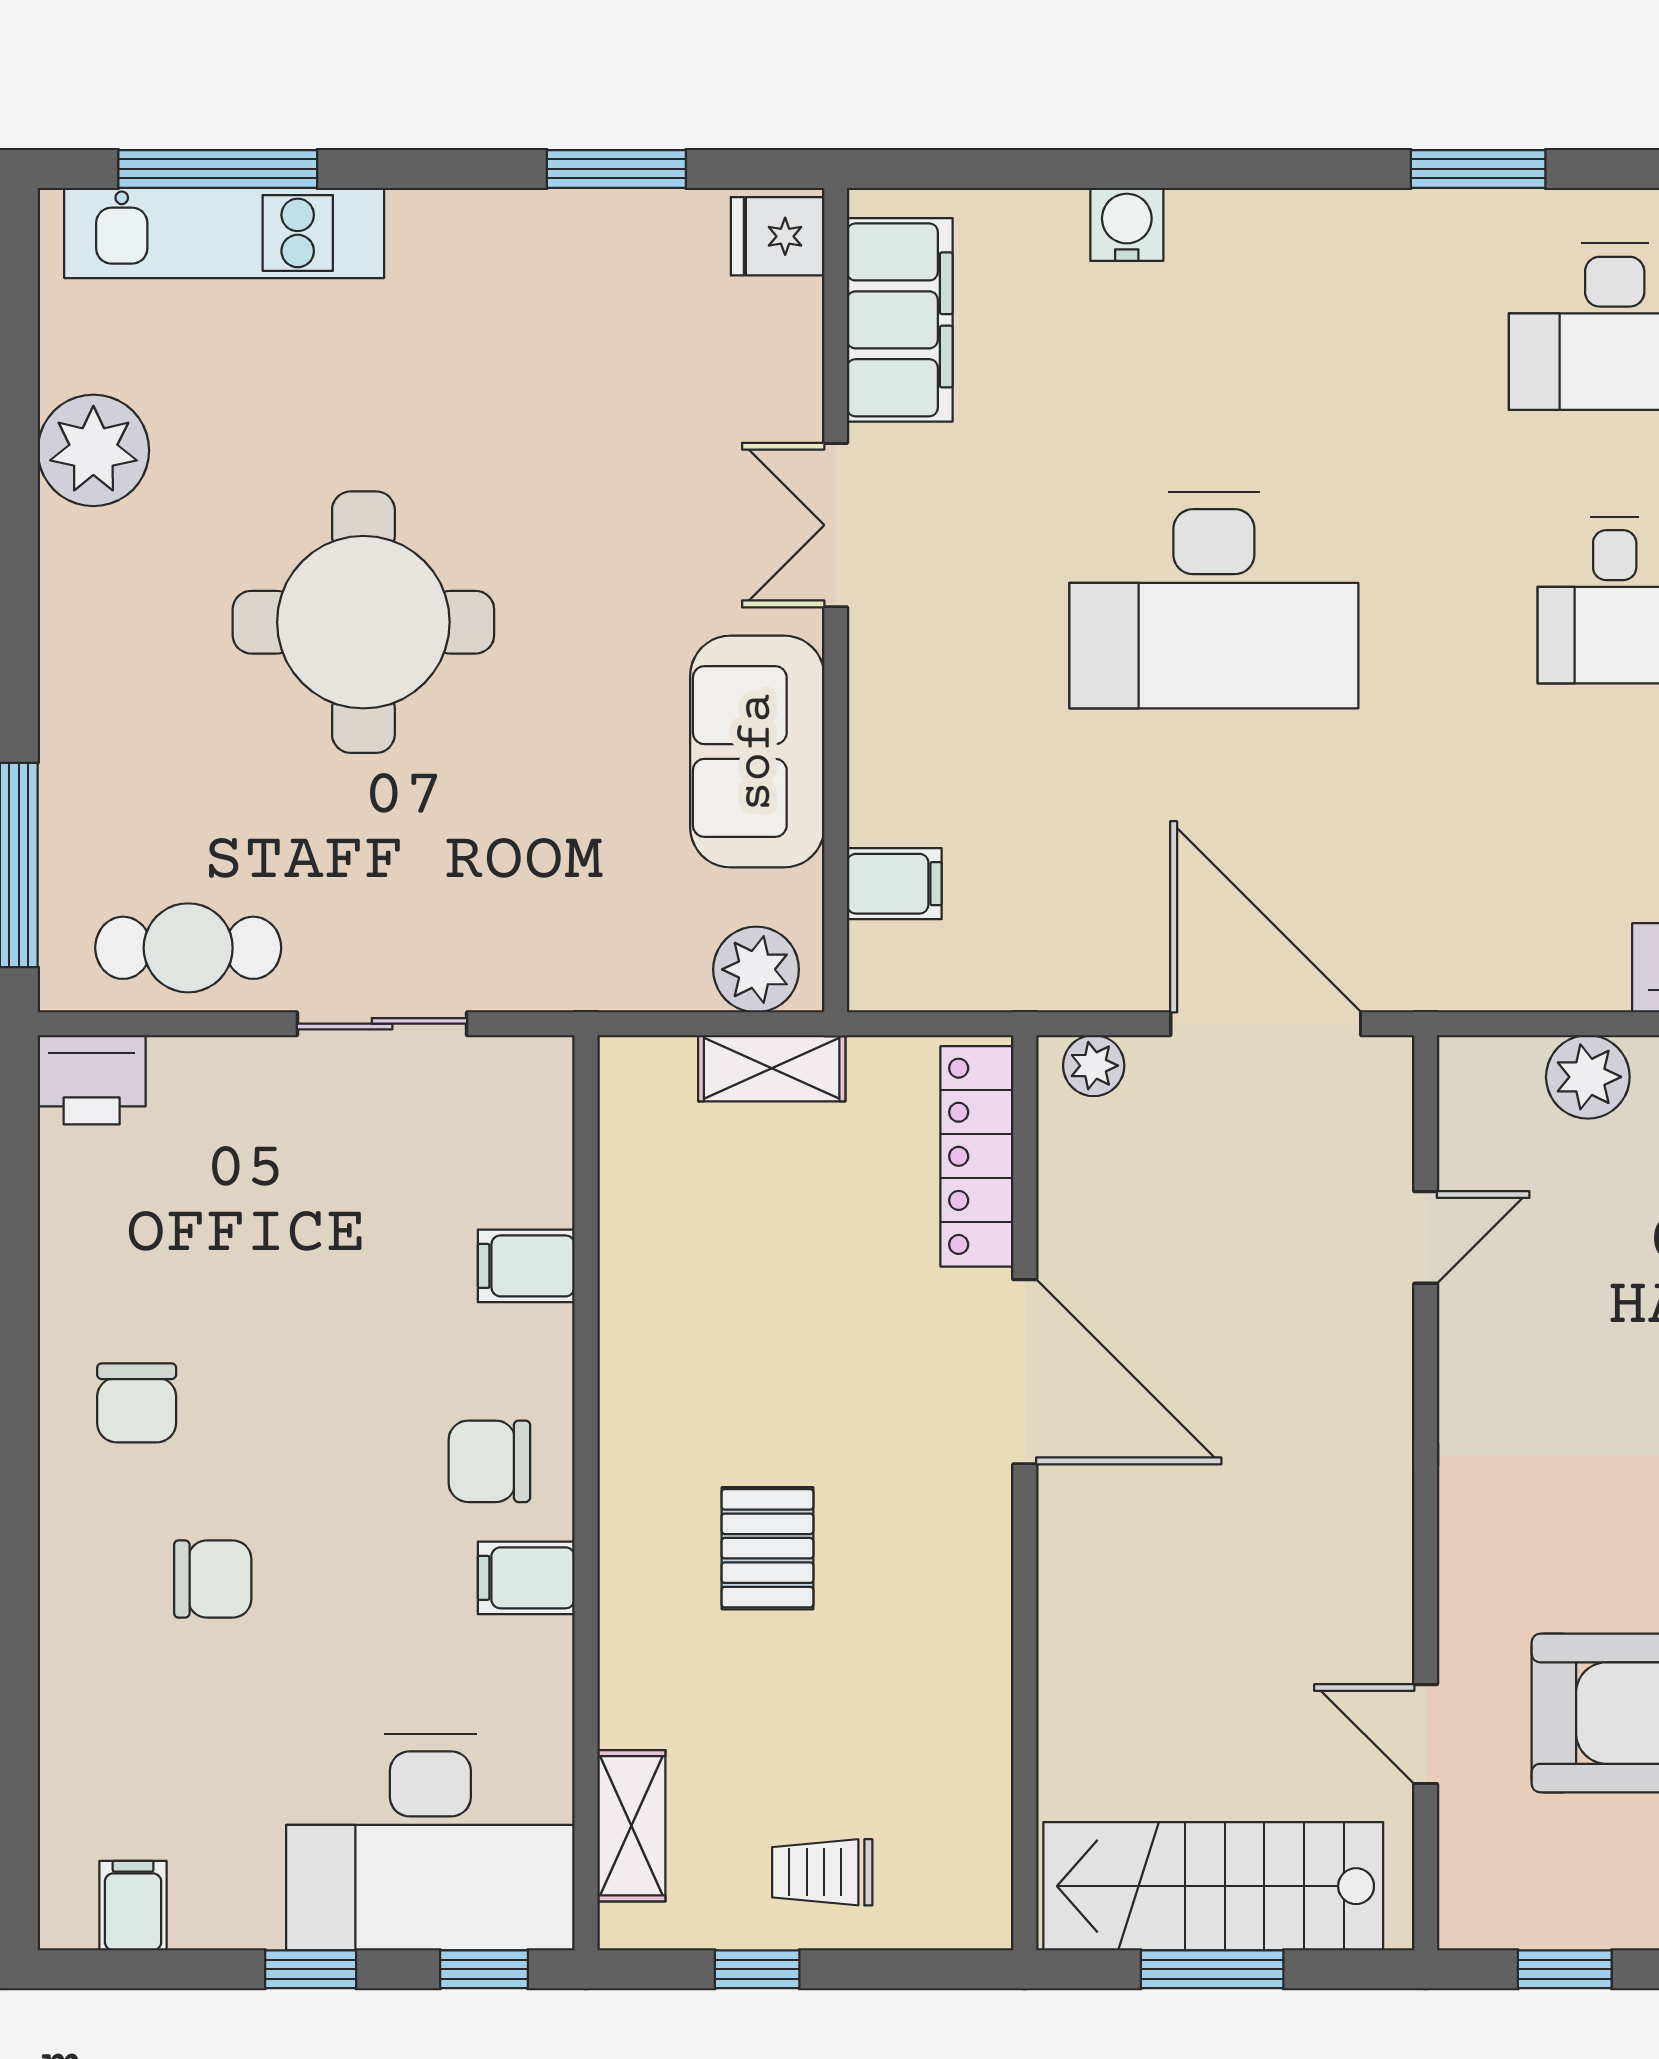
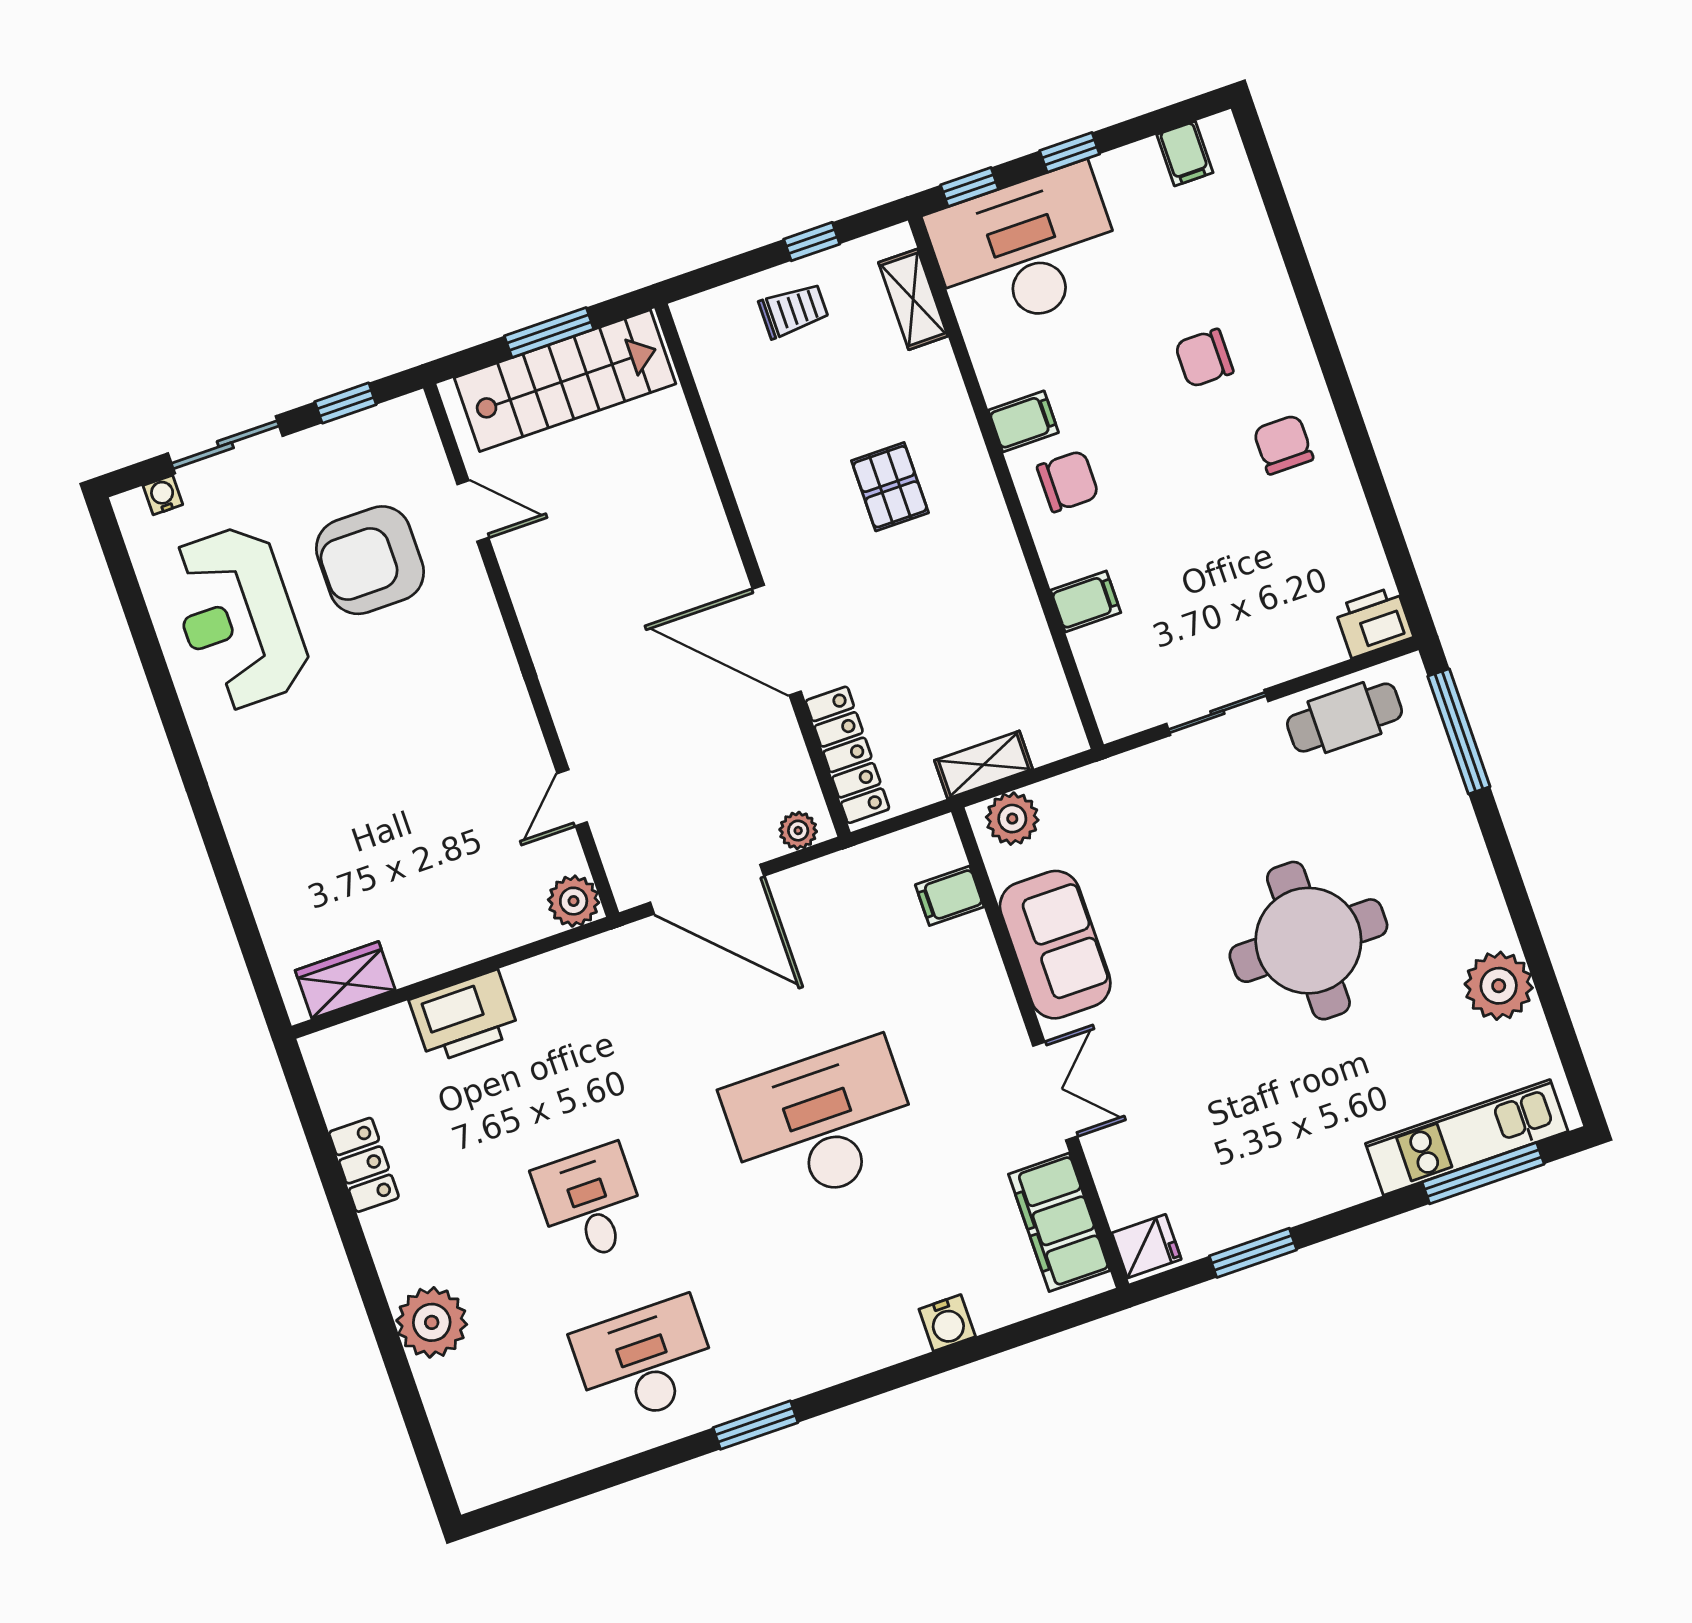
plant: (1588, 1077) -> (574, 901), moved

